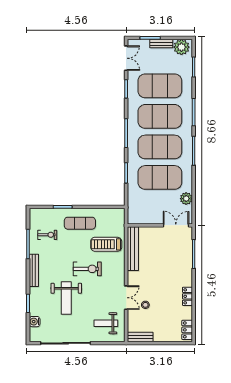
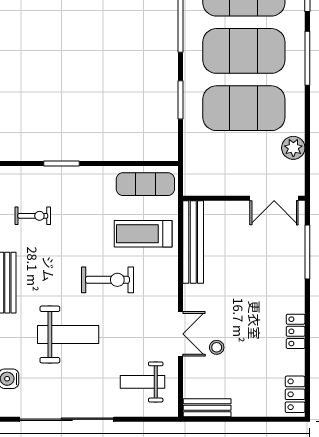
exercise mat: (80, 223) -> (145, 184), moved
double door: (176, 225) -> (274, 198), swing flipped
weight bench: (66, 298) -> (68, 334), turned -90

